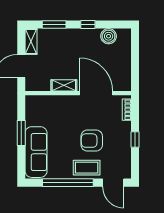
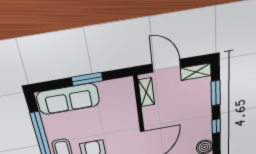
shelving: (64, 85) -> (146, 92), moved

